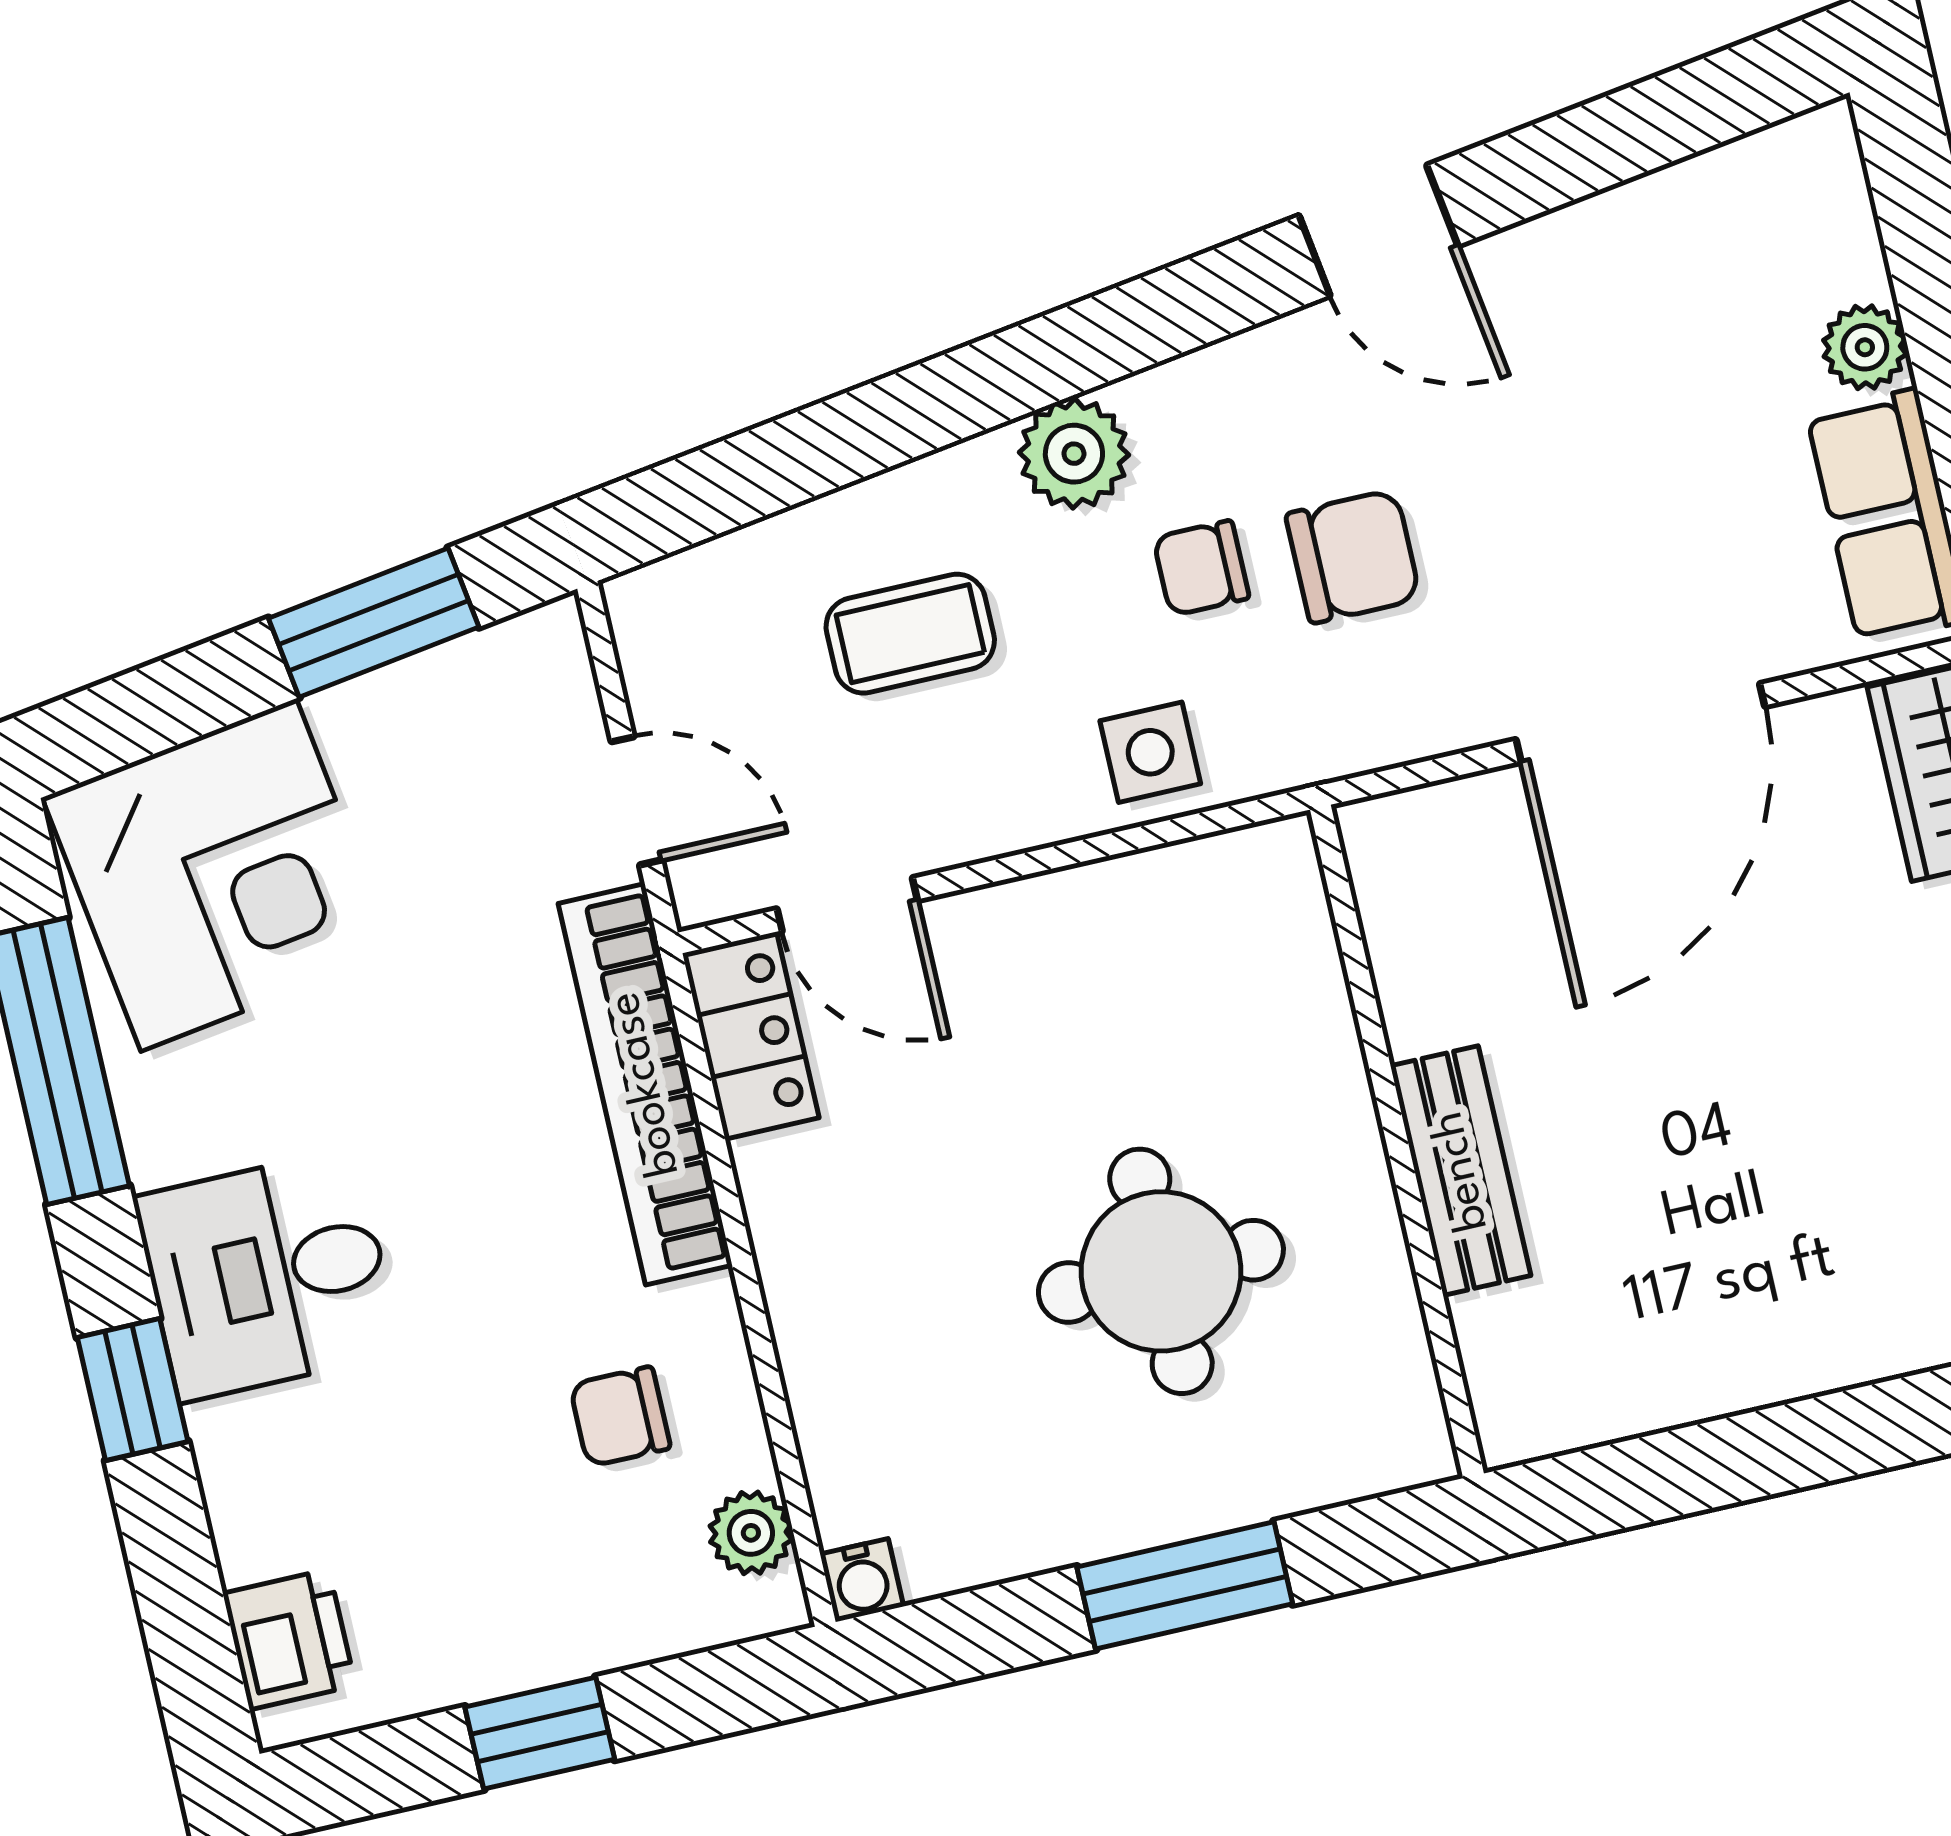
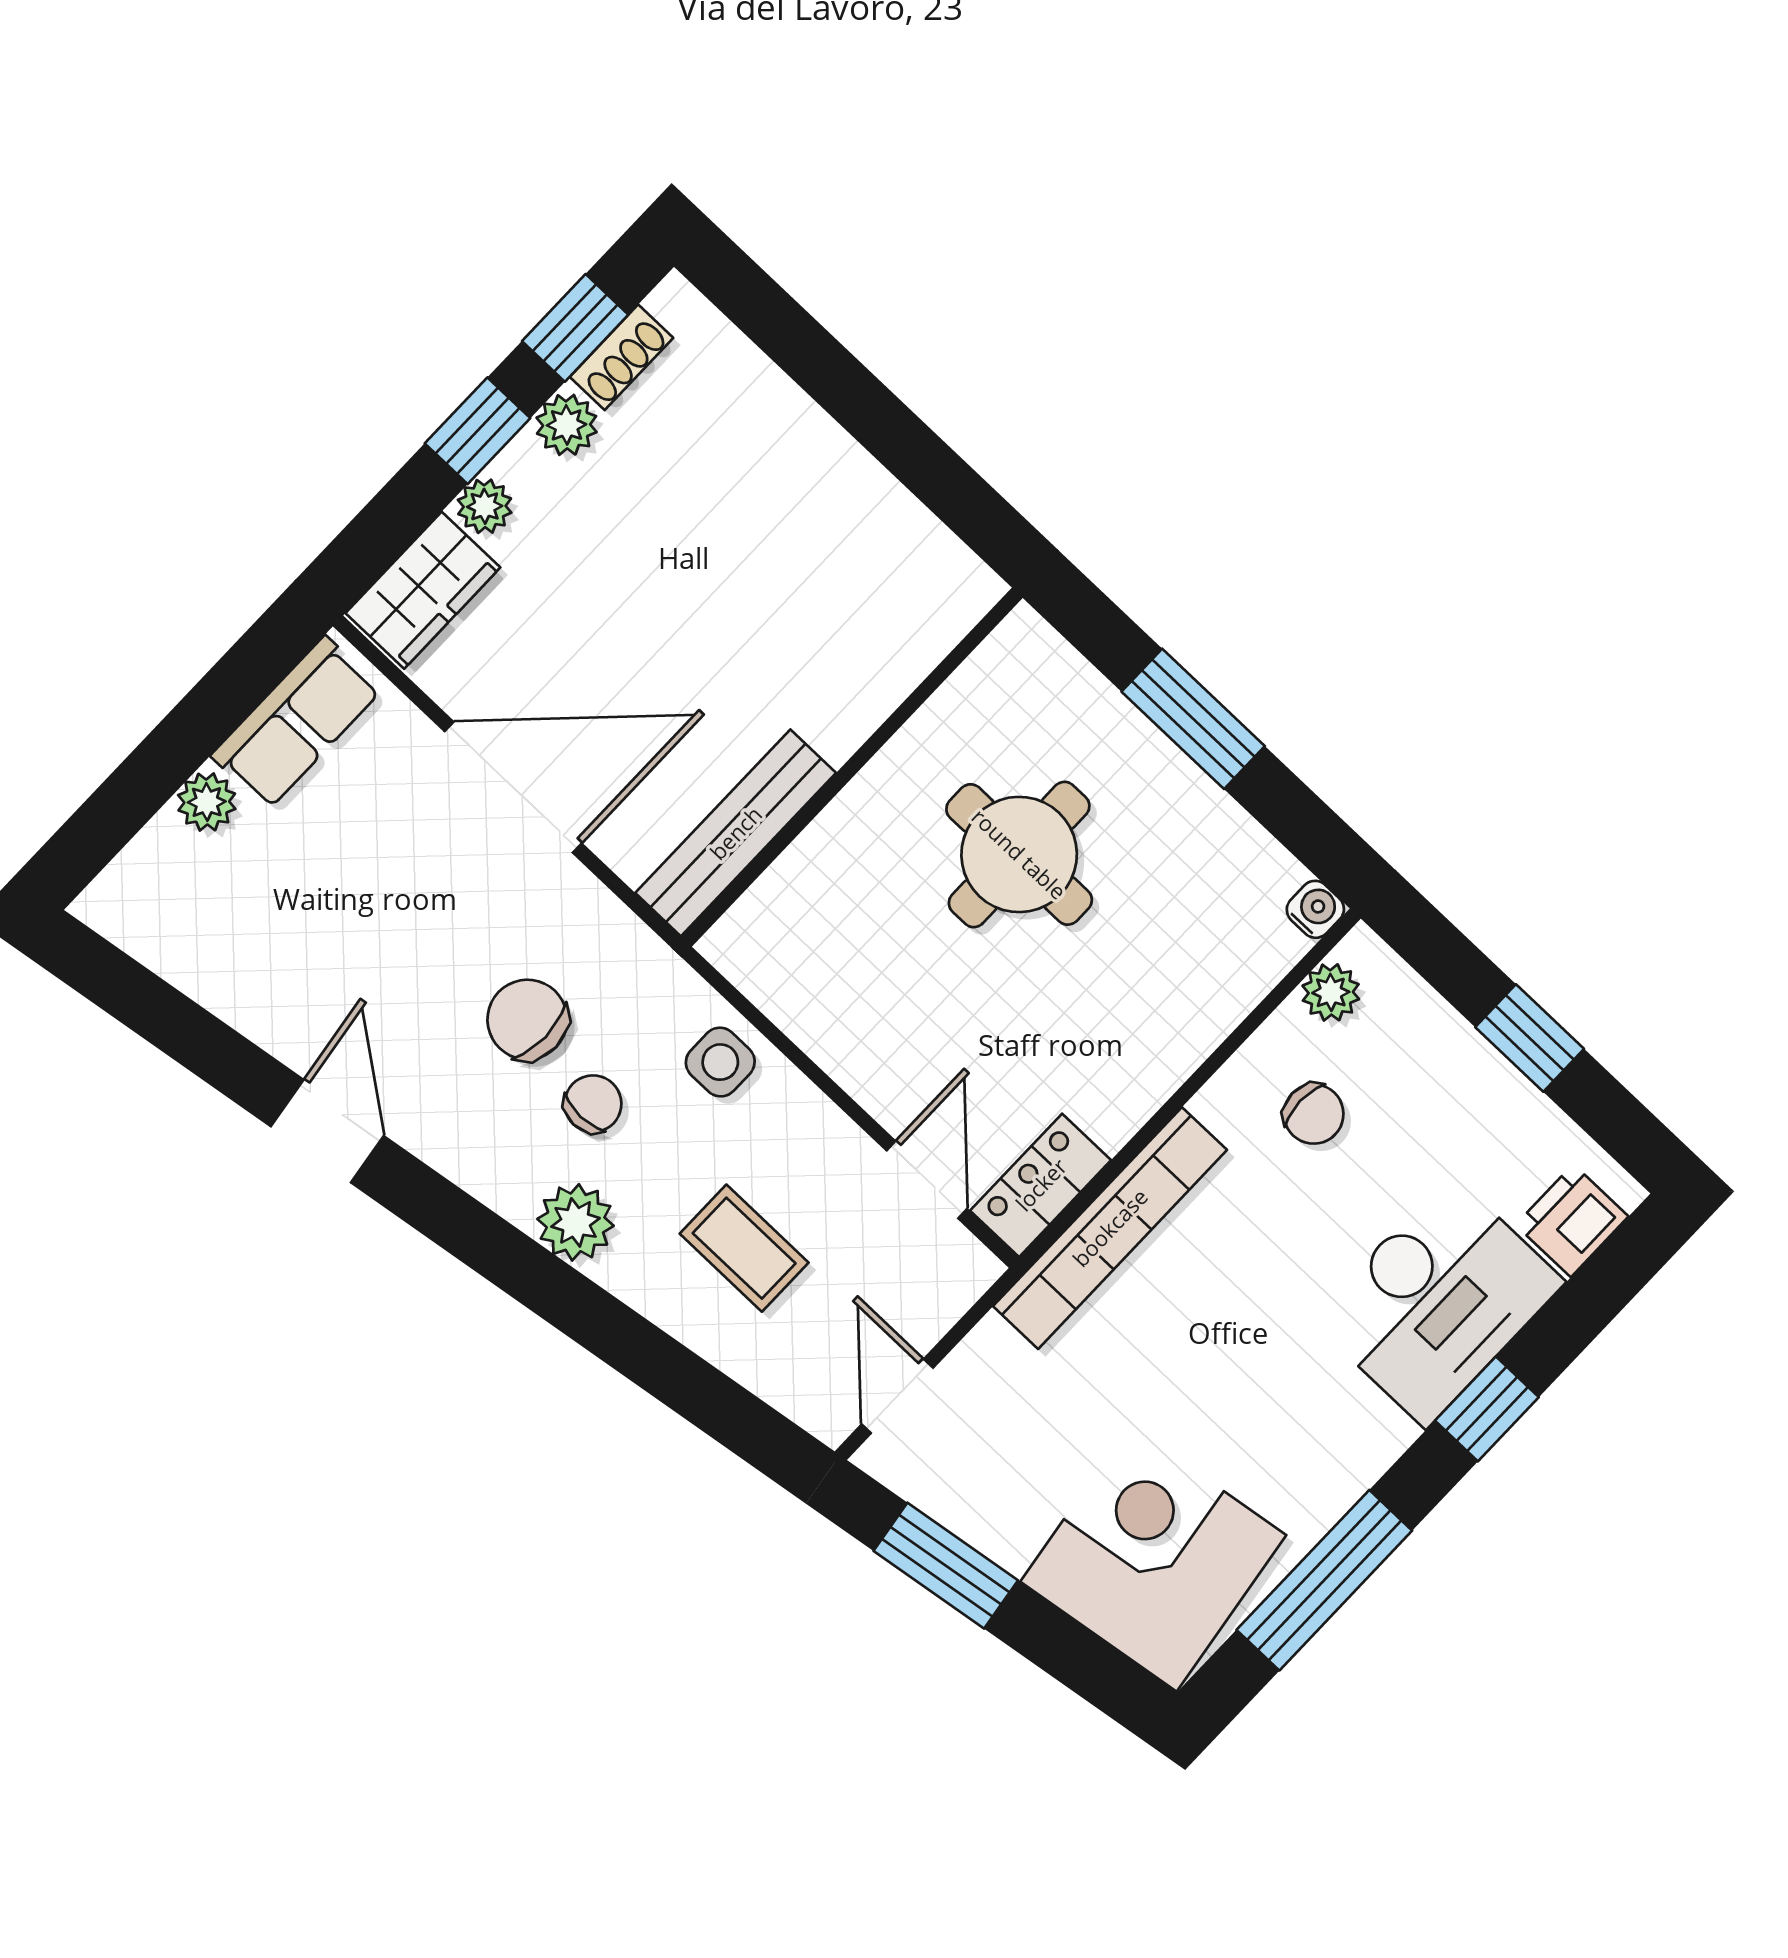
chair: (1201, 568) -> (593, 1104), turned -90
door: (637, 801) -> (897, 1396), moved
bench: (1461, 1171) -> (736, 833), moved, width x1.36
desk: (267, 1275) -> (1438, 1301), moved, width x1.37

